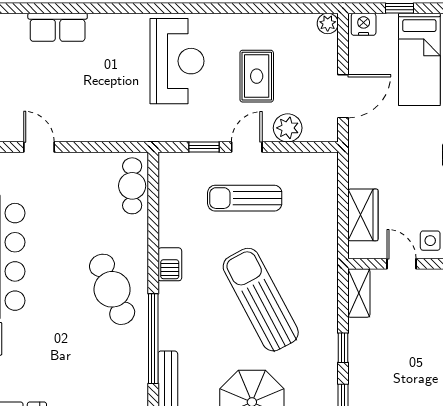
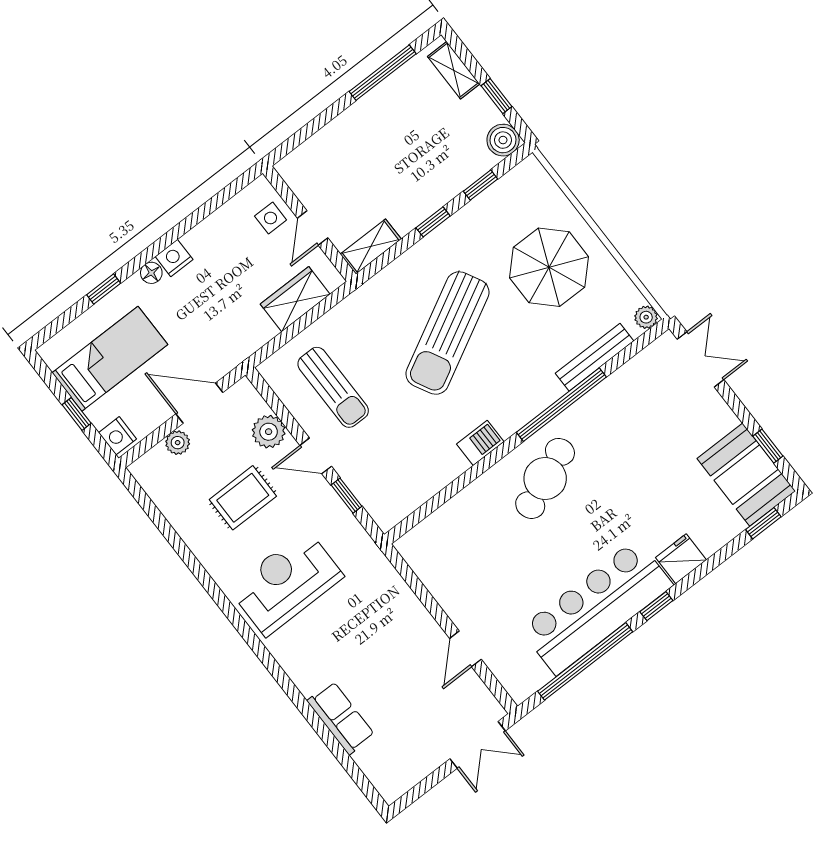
plant: (328, 23) -> (178, 443), moved
cafe table: (132, 186) -> (434, 534), removed
sun lounger: (245, 198) -> (333, 387), moved

